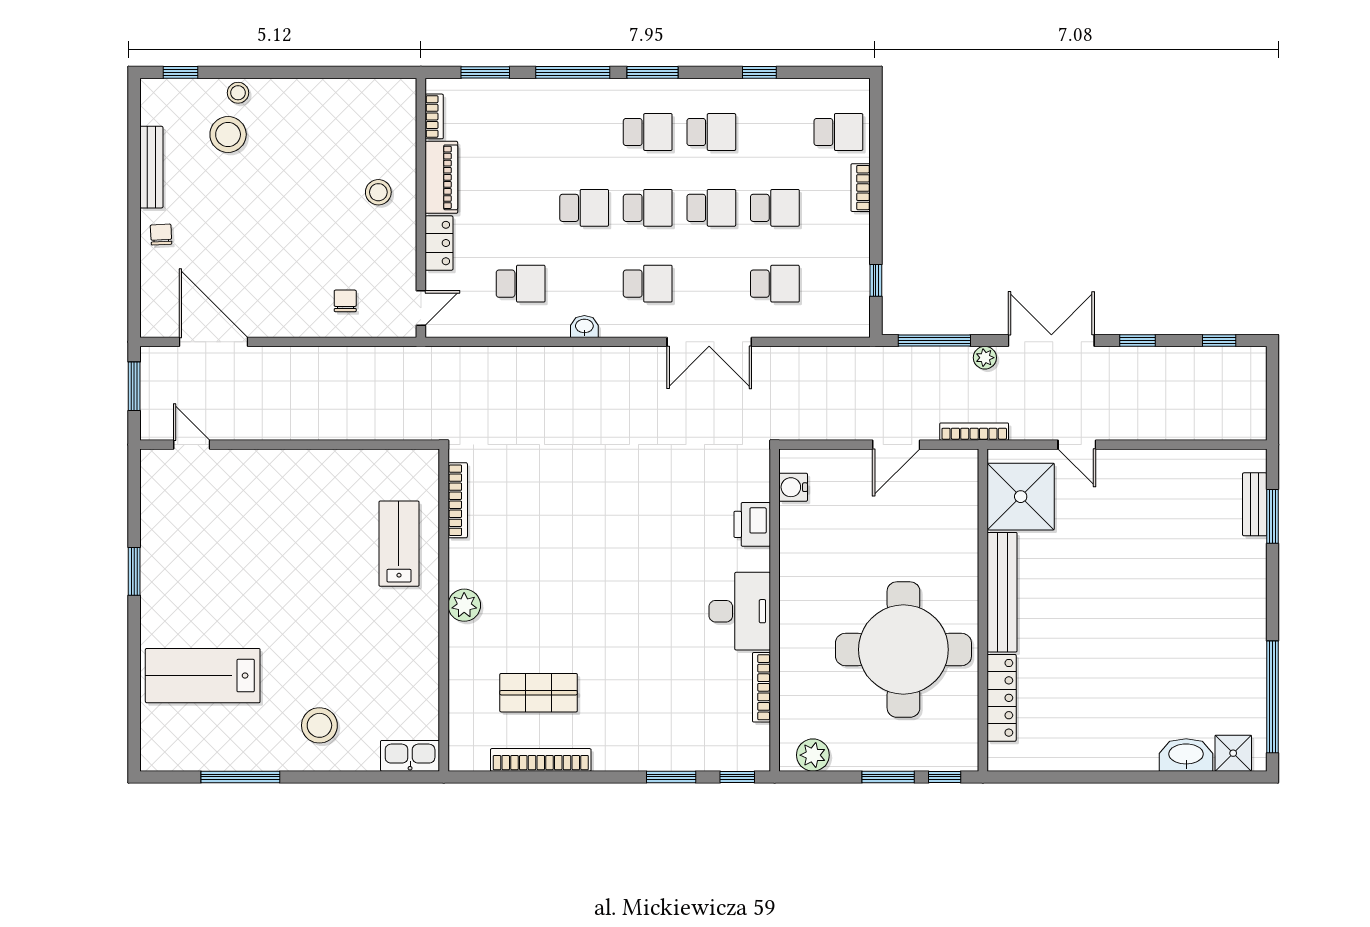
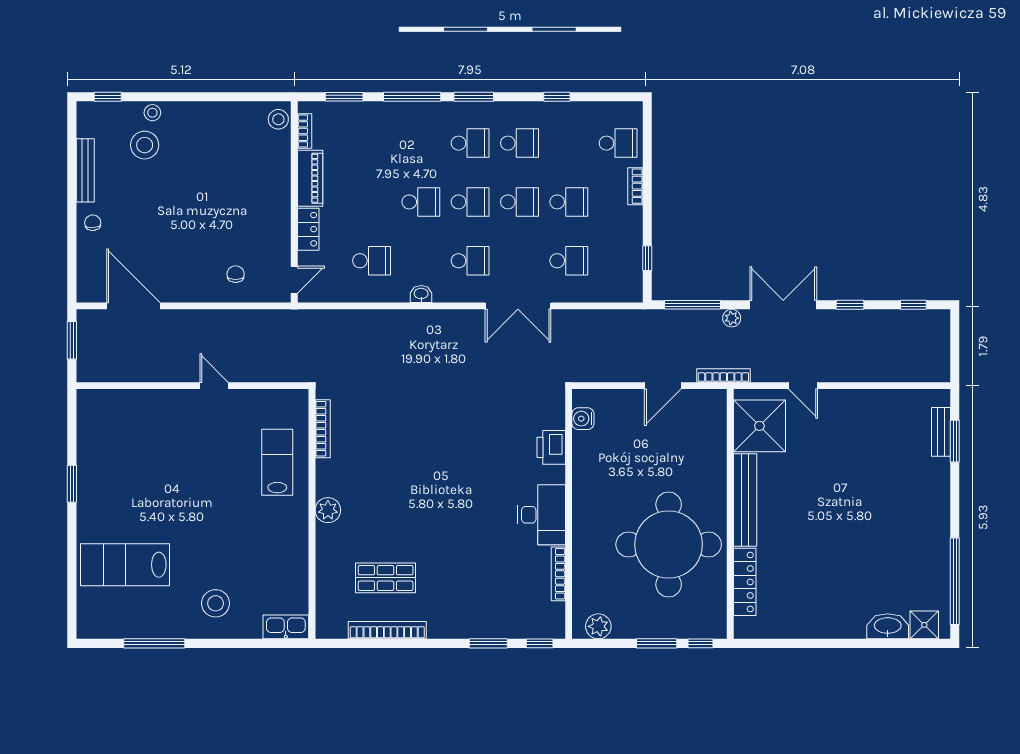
stool: (378, 192) -> (278, 119), moved
door: (192, 445) -> (214, 386), moved

